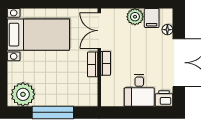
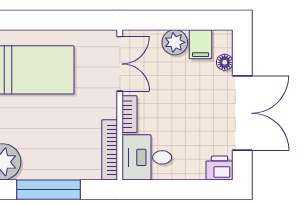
double door: (99, 31) -> (120, 64), swing flipped
bookcase: (93, 64) -> (110, 150), moved, width x1.56
desk: (139, 90) -> (147, 157), moved, turned 90

